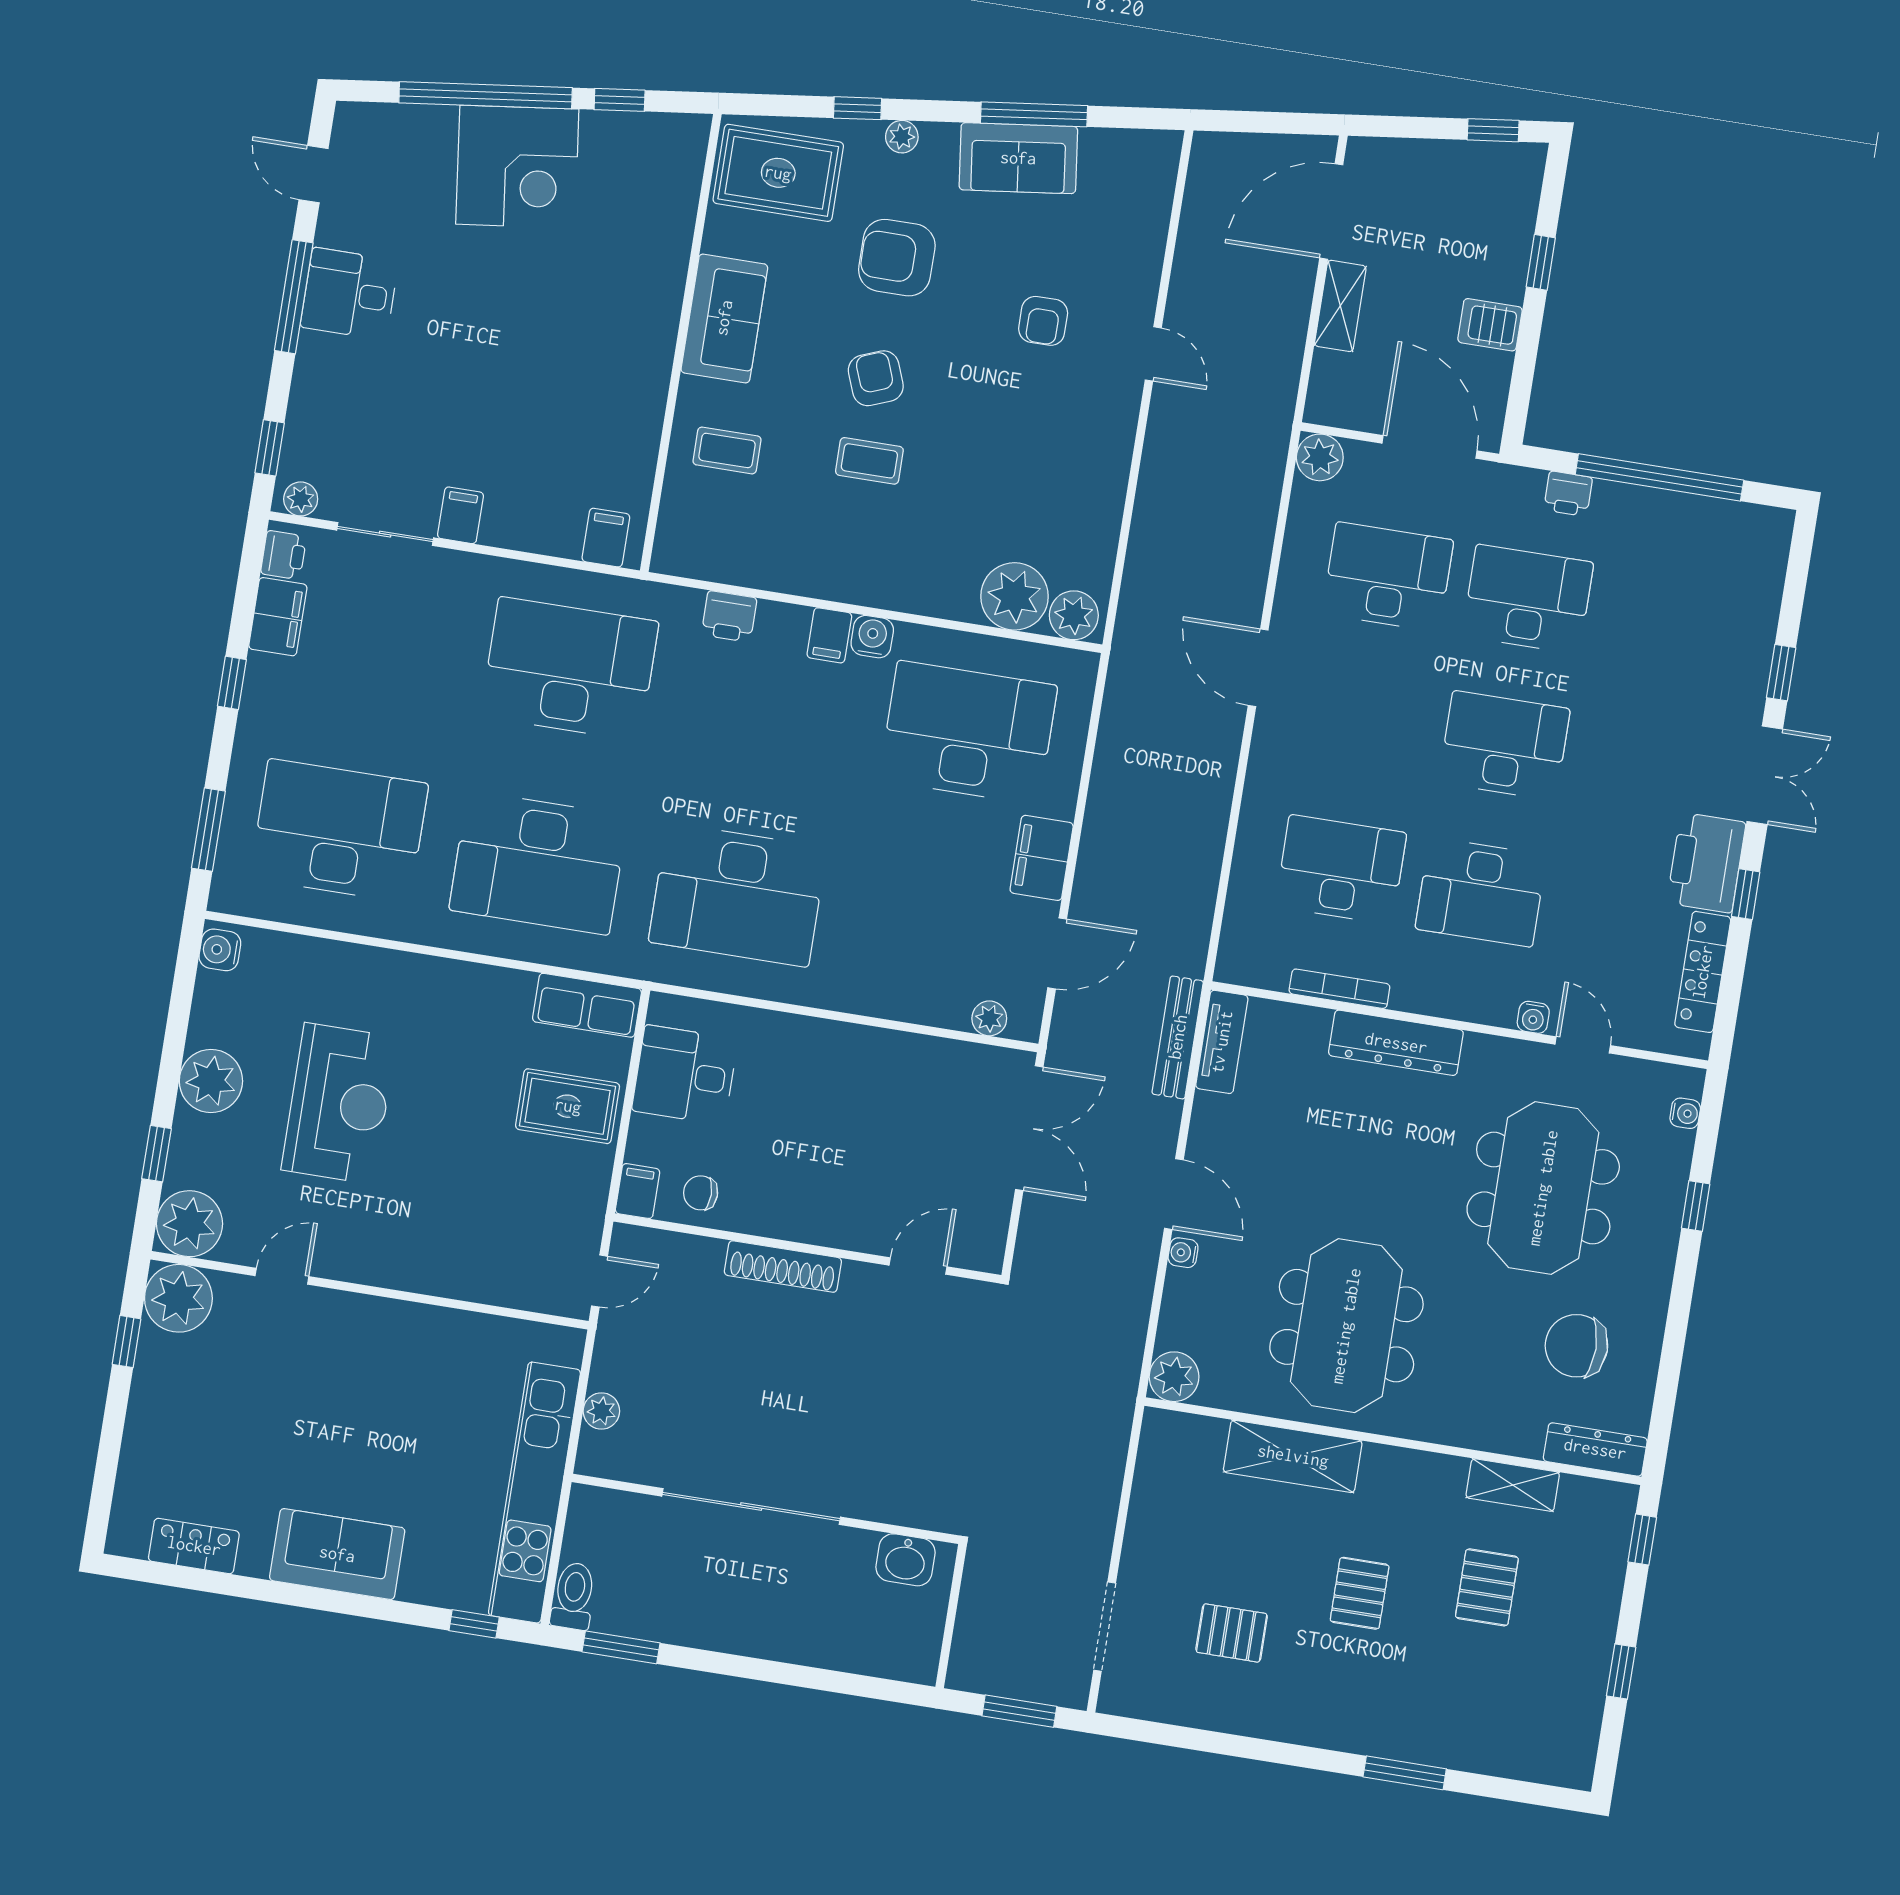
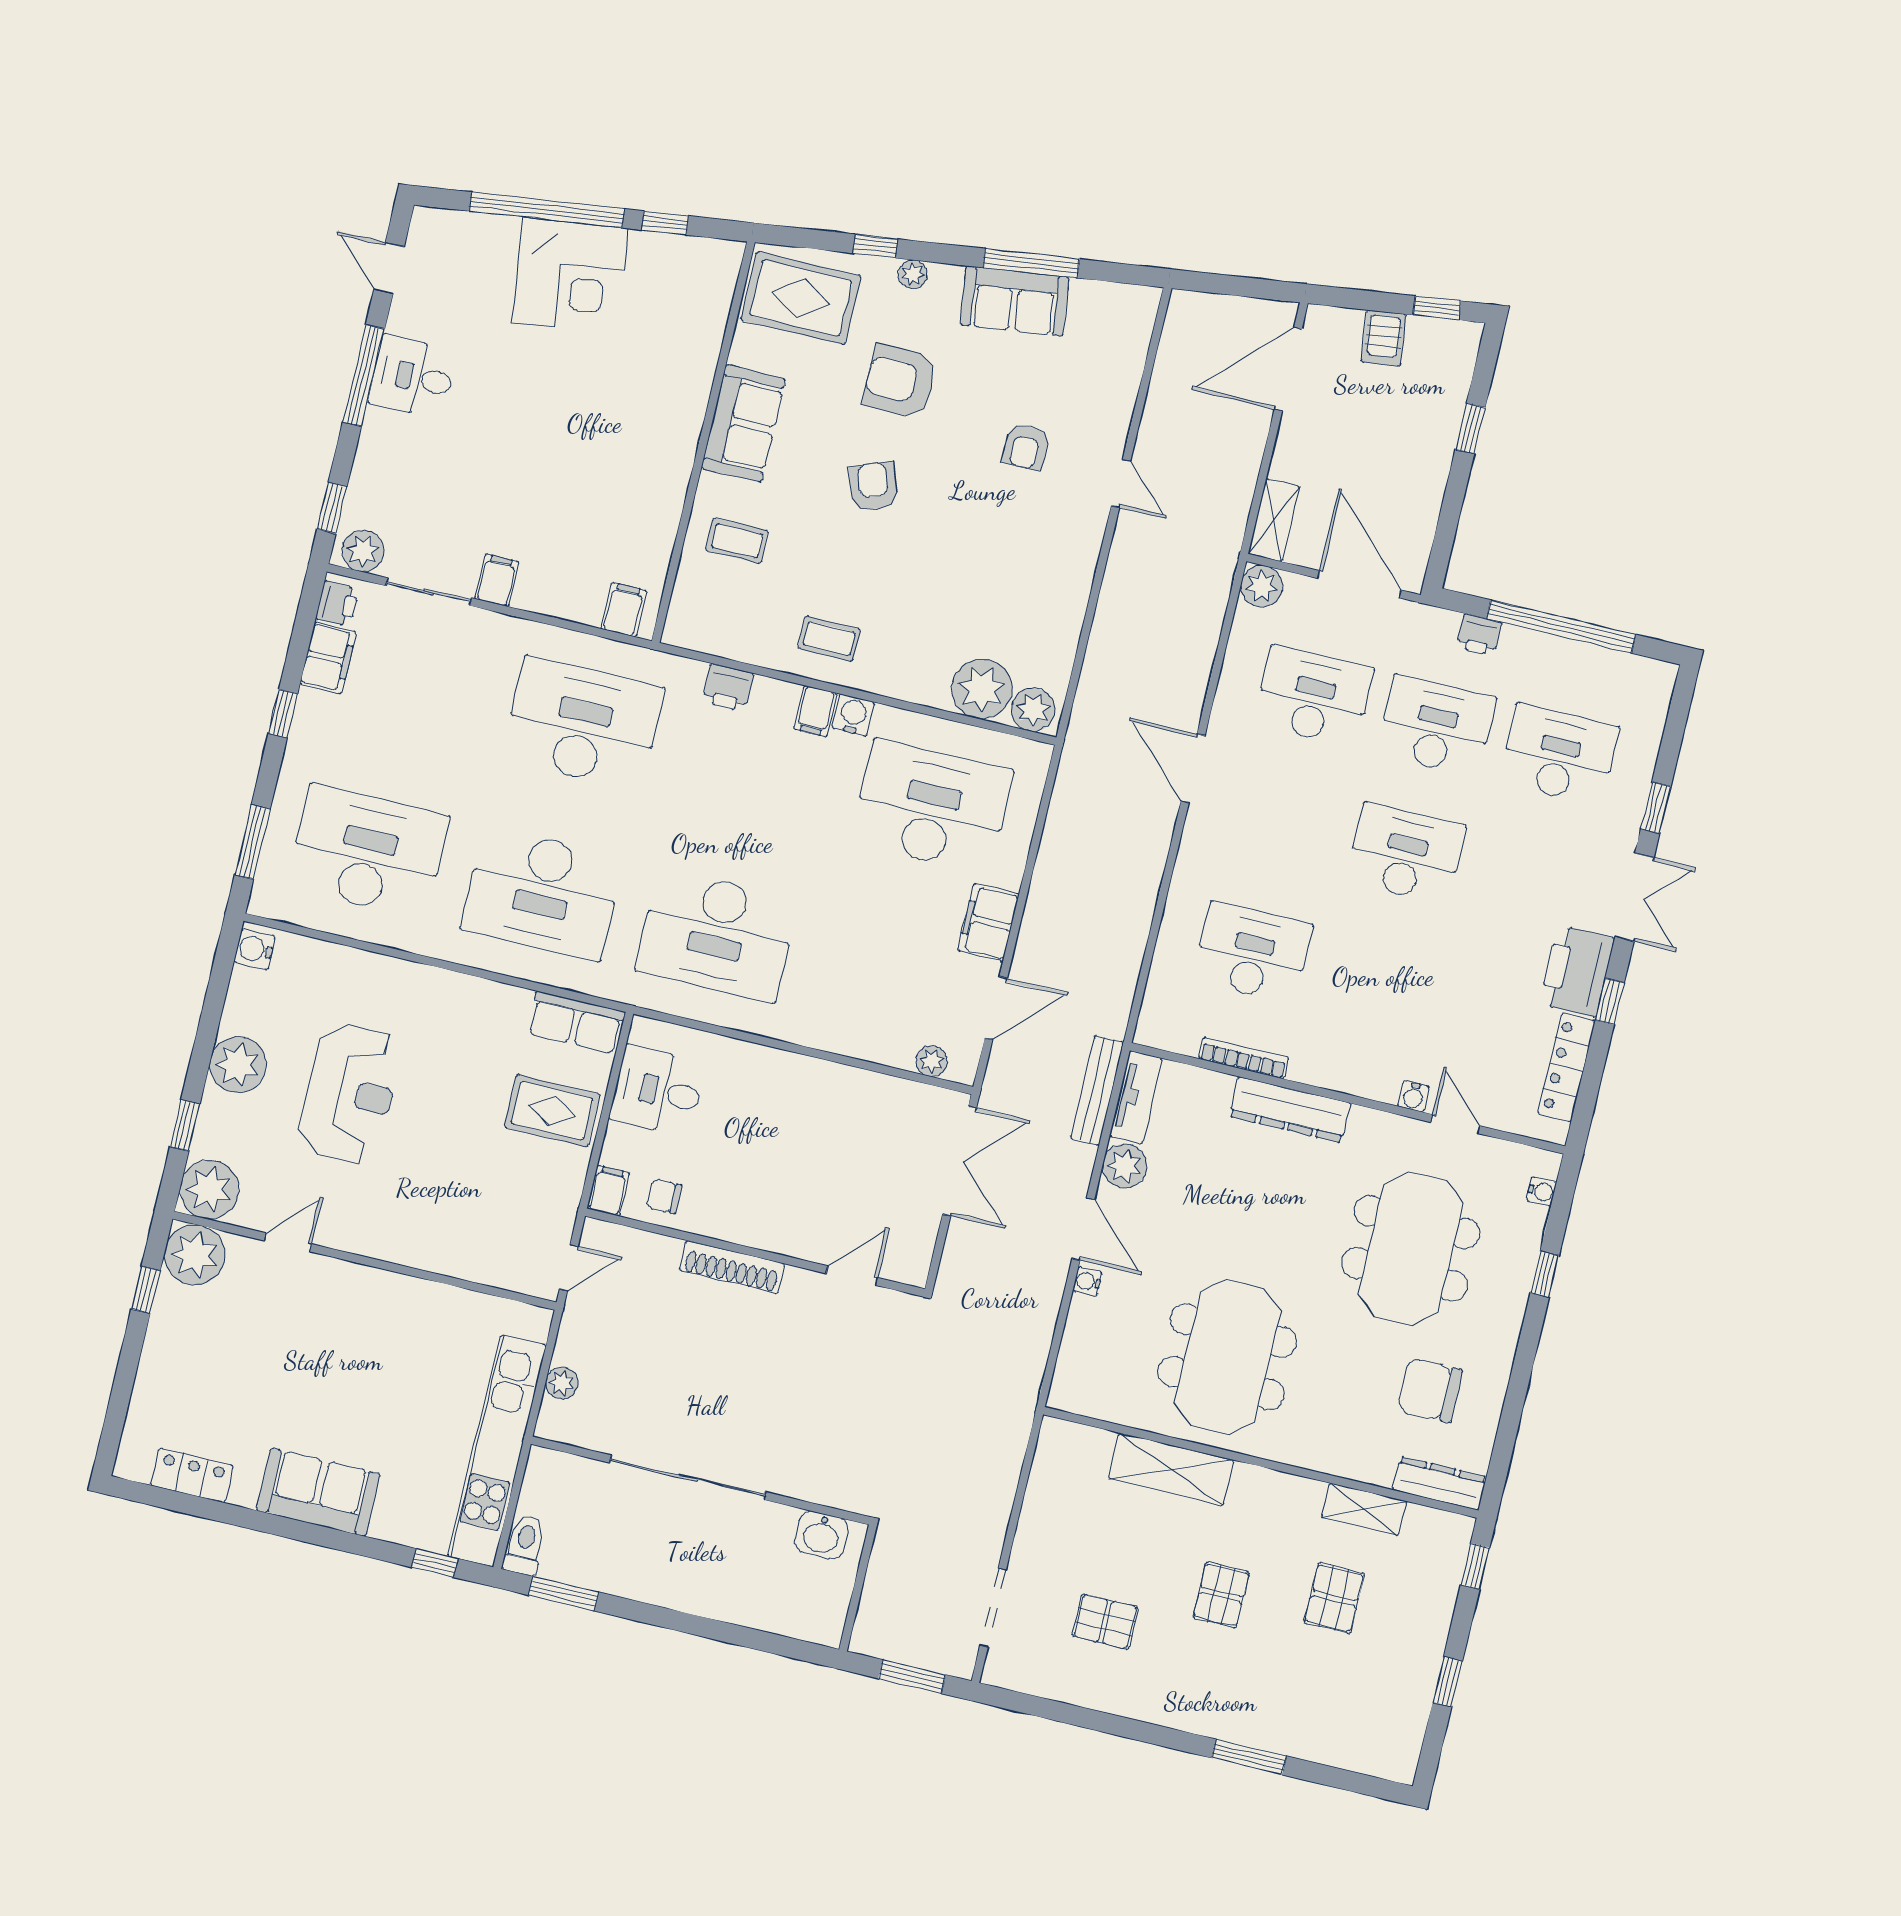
shelving: (1340, 306) -> (1274, 520), moved
server rack: (1490, 325) -> (1384, 338), moved, turned -97
coffee table: (869, 461) -> (829, 639), moved
plant: (301, 499) -> (363, 551), width x1.38, depth x1.38
desk: (1481, 892) -> (1559, 755), moved, turned 180
plant: (1174, 1377) -> (1125, 1166), moved

